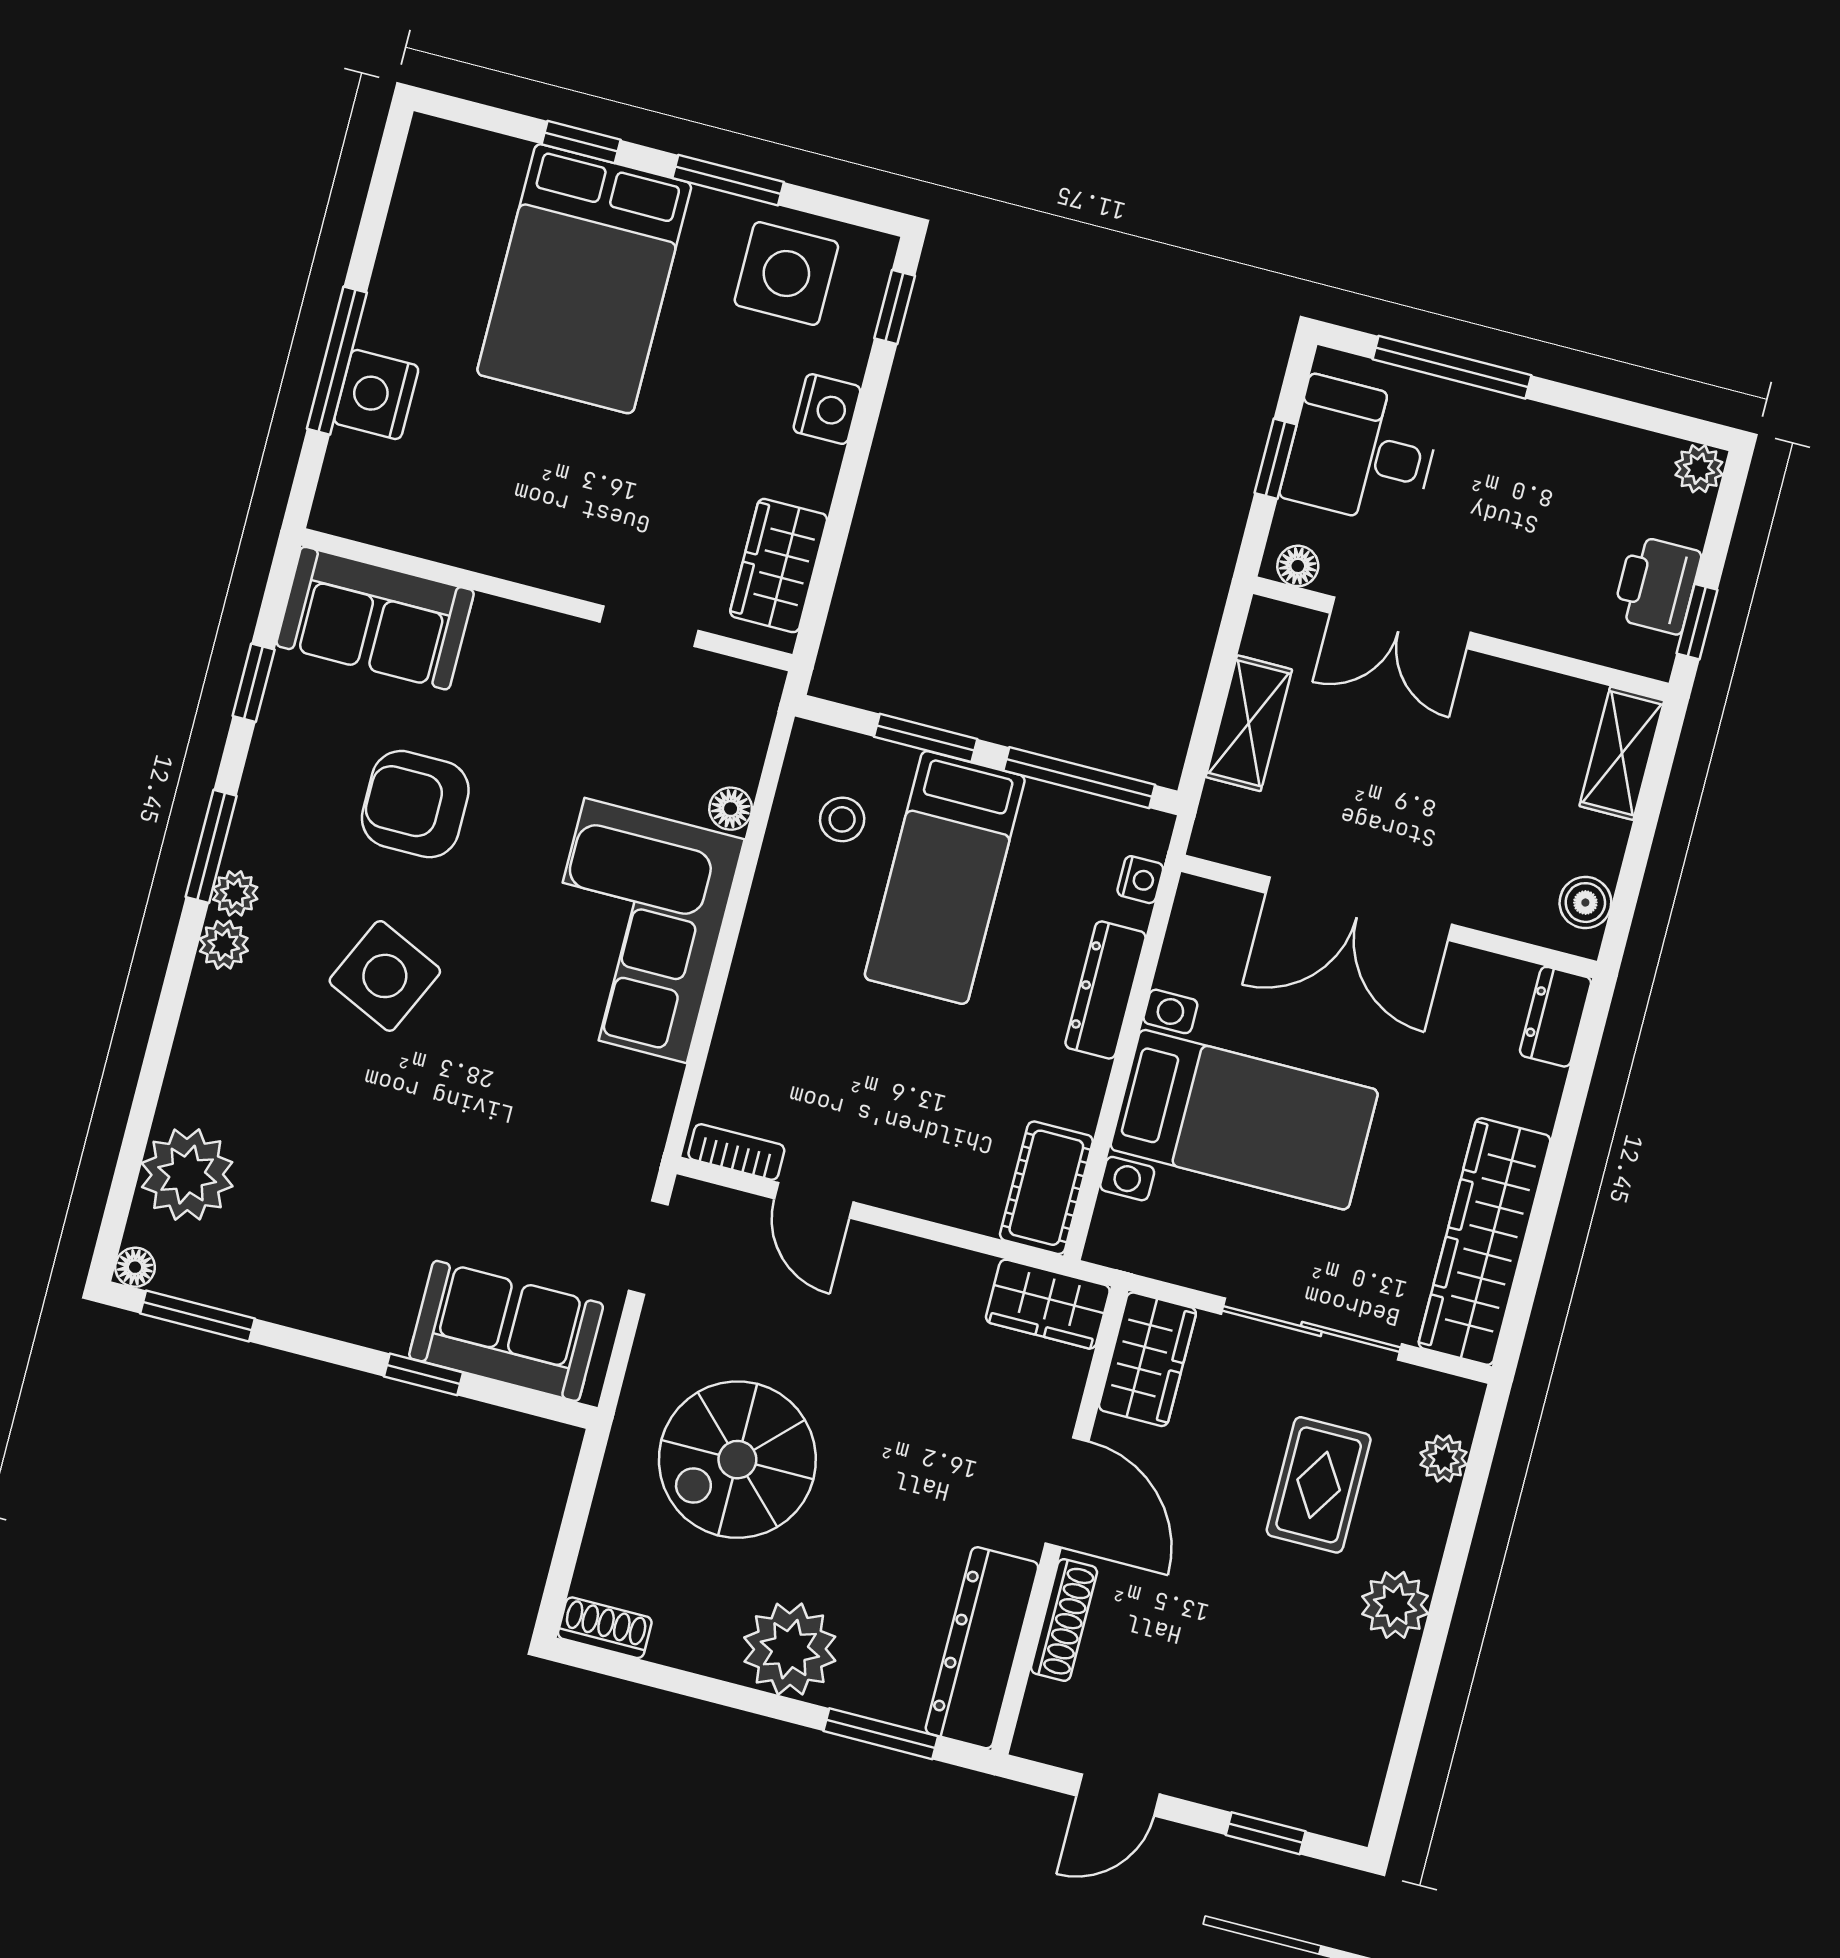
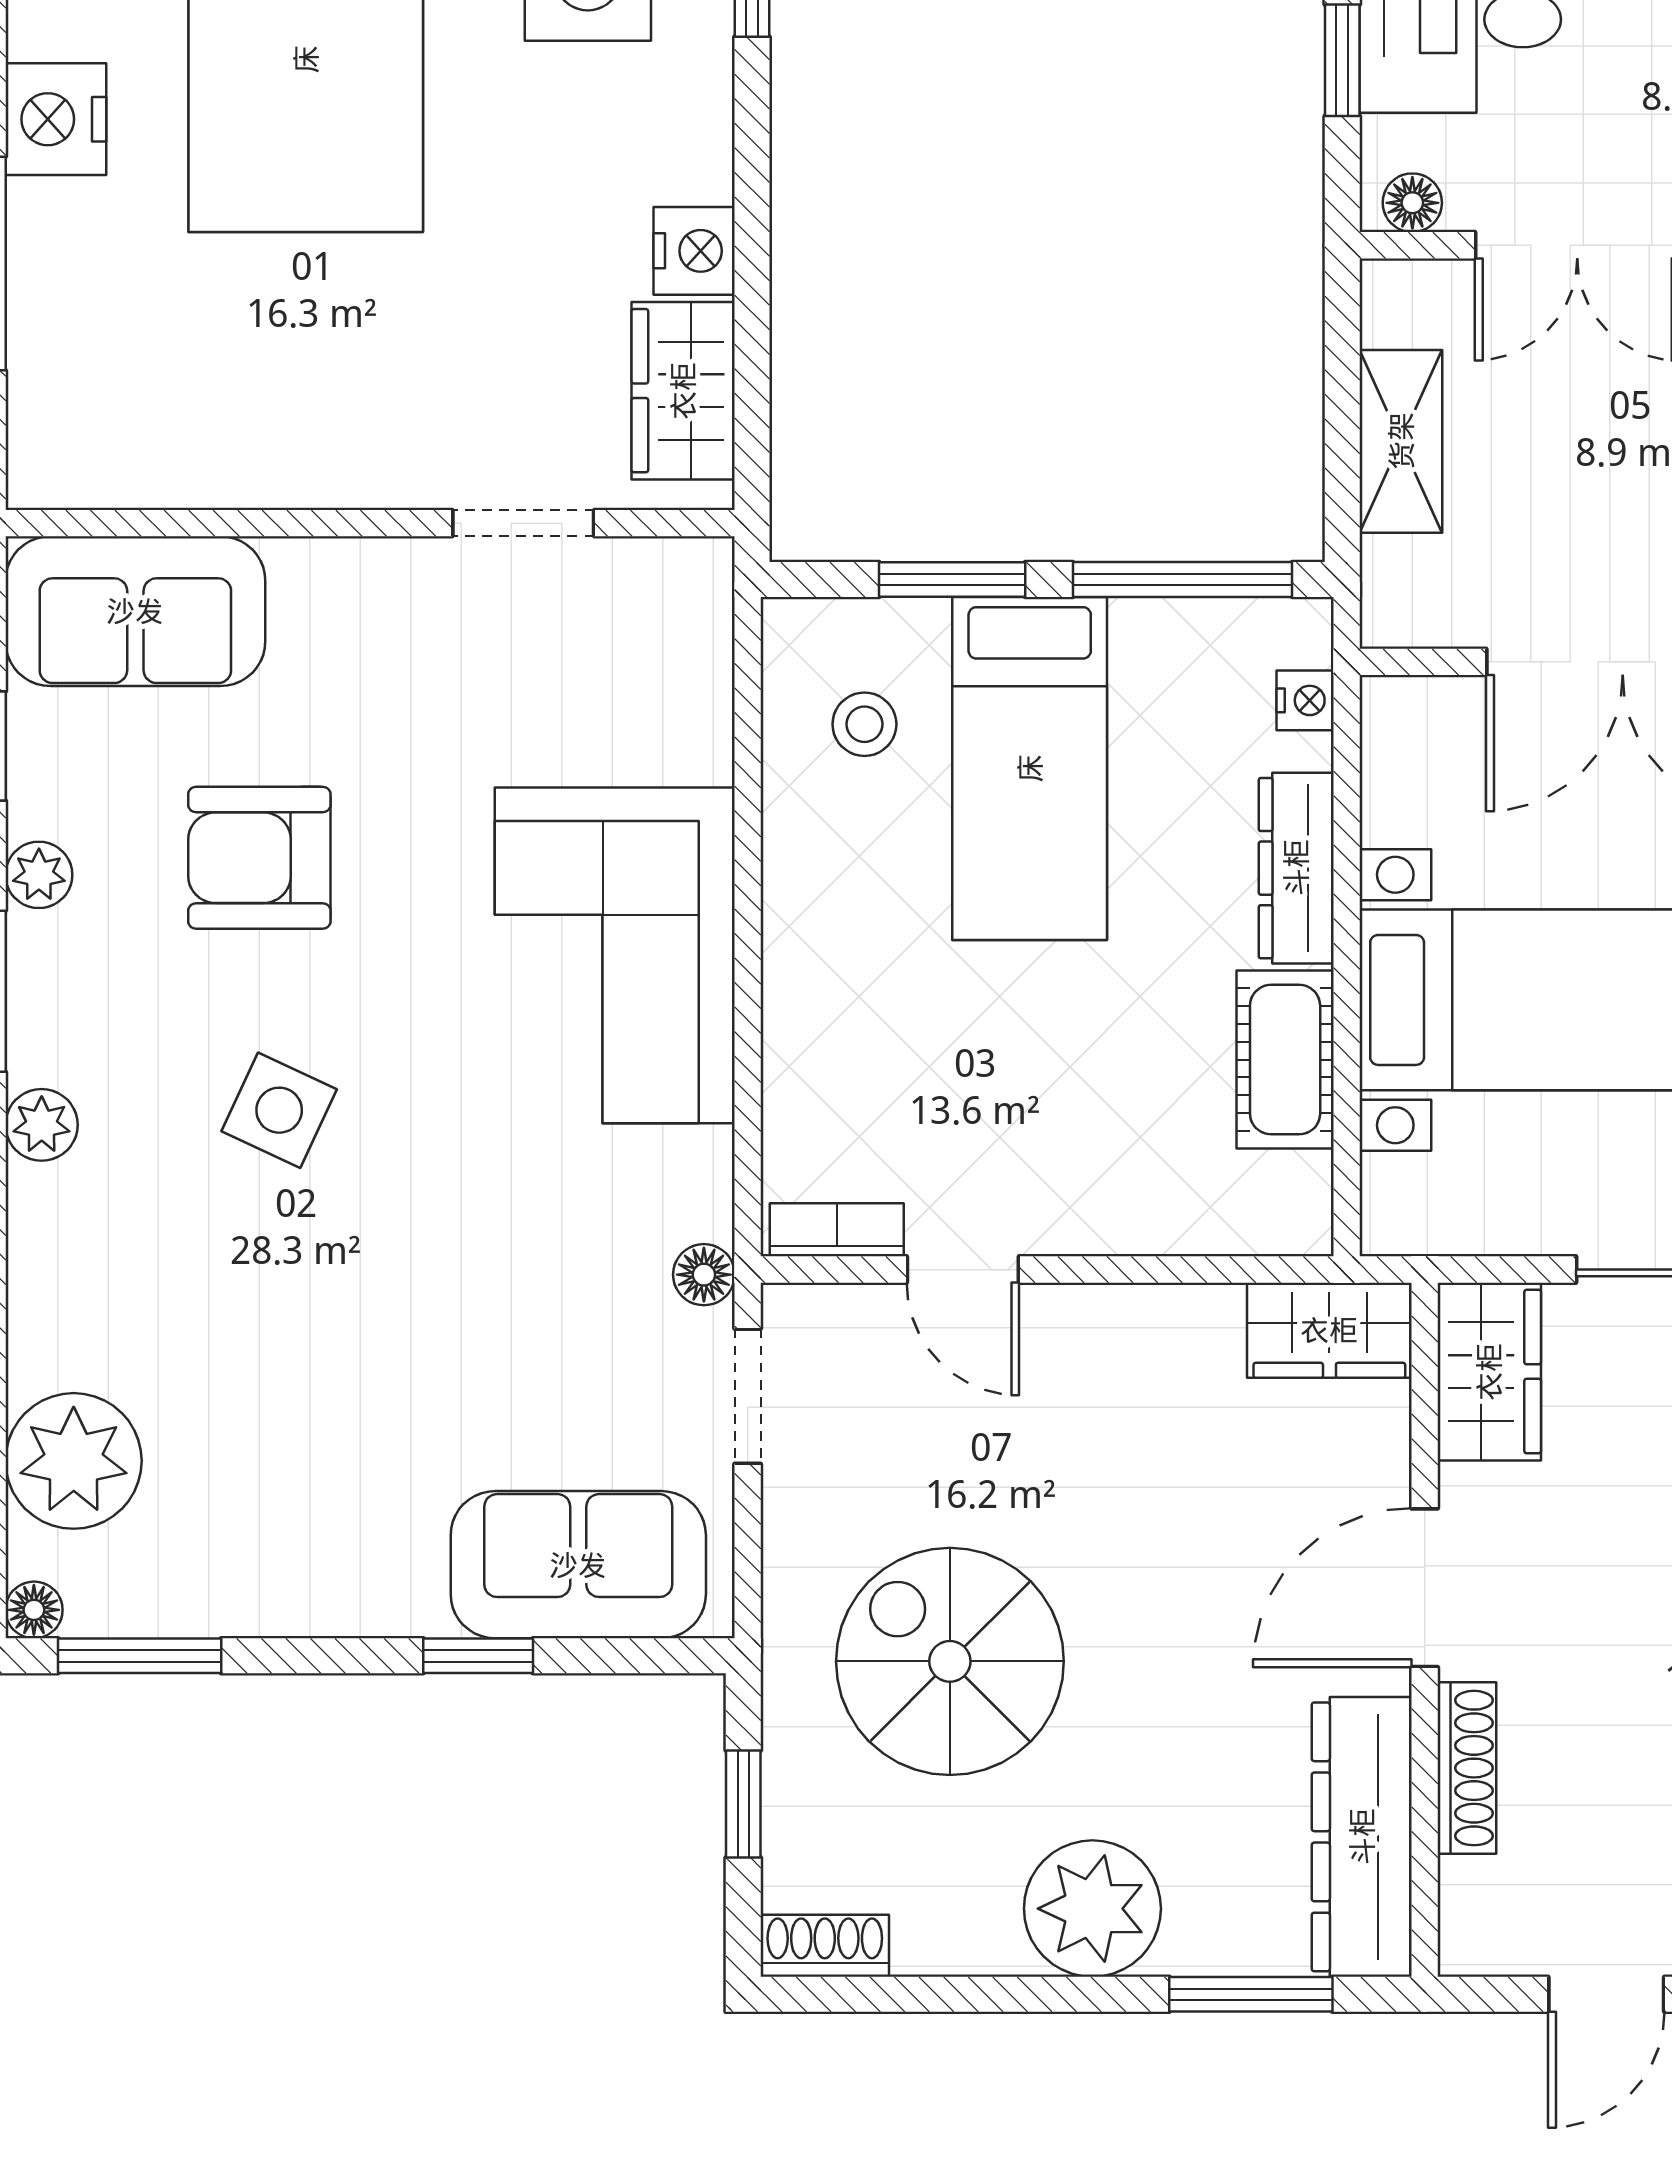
nightstand: (376, 395) -> (56, 119), moved
nightstand: (827, 409) -> (694, 251), moved
floor lamp: (731, 809) -> (704, 1275), moved
plant: (235, 893) -> (39, 875), moved
side table: (385, 976) -> (279, 1110), width x0.73, depth x0.73
cot: (1046, 1188) -> (1285, 1060), moved
spiral stairs: (737, 1460) -> (950, 1661), turned 90
door: (1067, 1492) -> (1425, 1588), swing flipped
window: (575, 1519) -> (743, 1804), added

